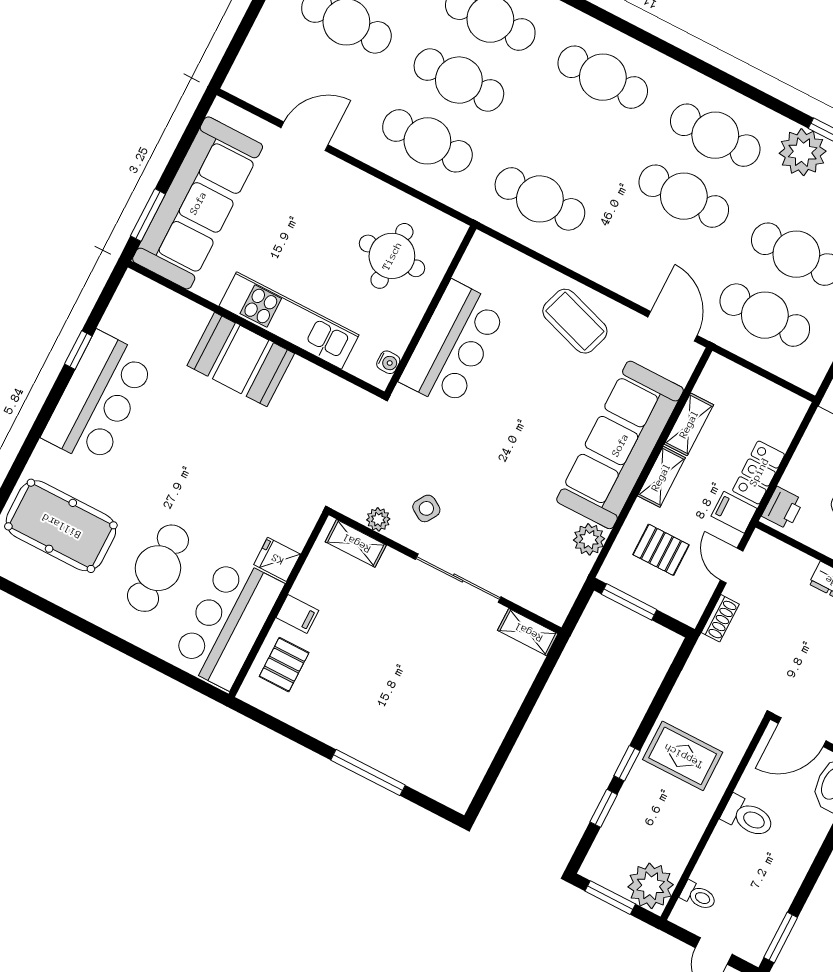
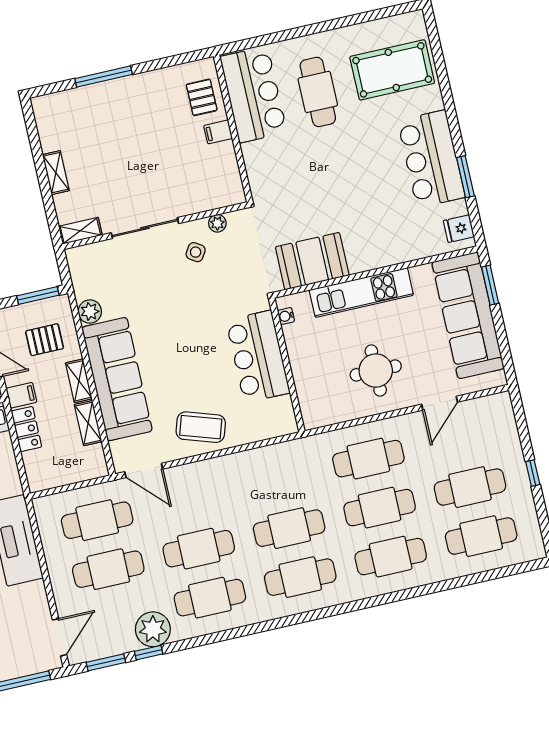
cafe table: (540, 199) -> (289, 528), moved
round table: (392, 256) -> (376, 371), moved
window: (78, 350) -> (465, 177), width x1.50
booth: (241, 360) -> (312, 261), moved
shelving: (356, 543) -> (56, 173), moved, turned 90
fridge: (277, 559) -> (459, 229), moved, turned 180

